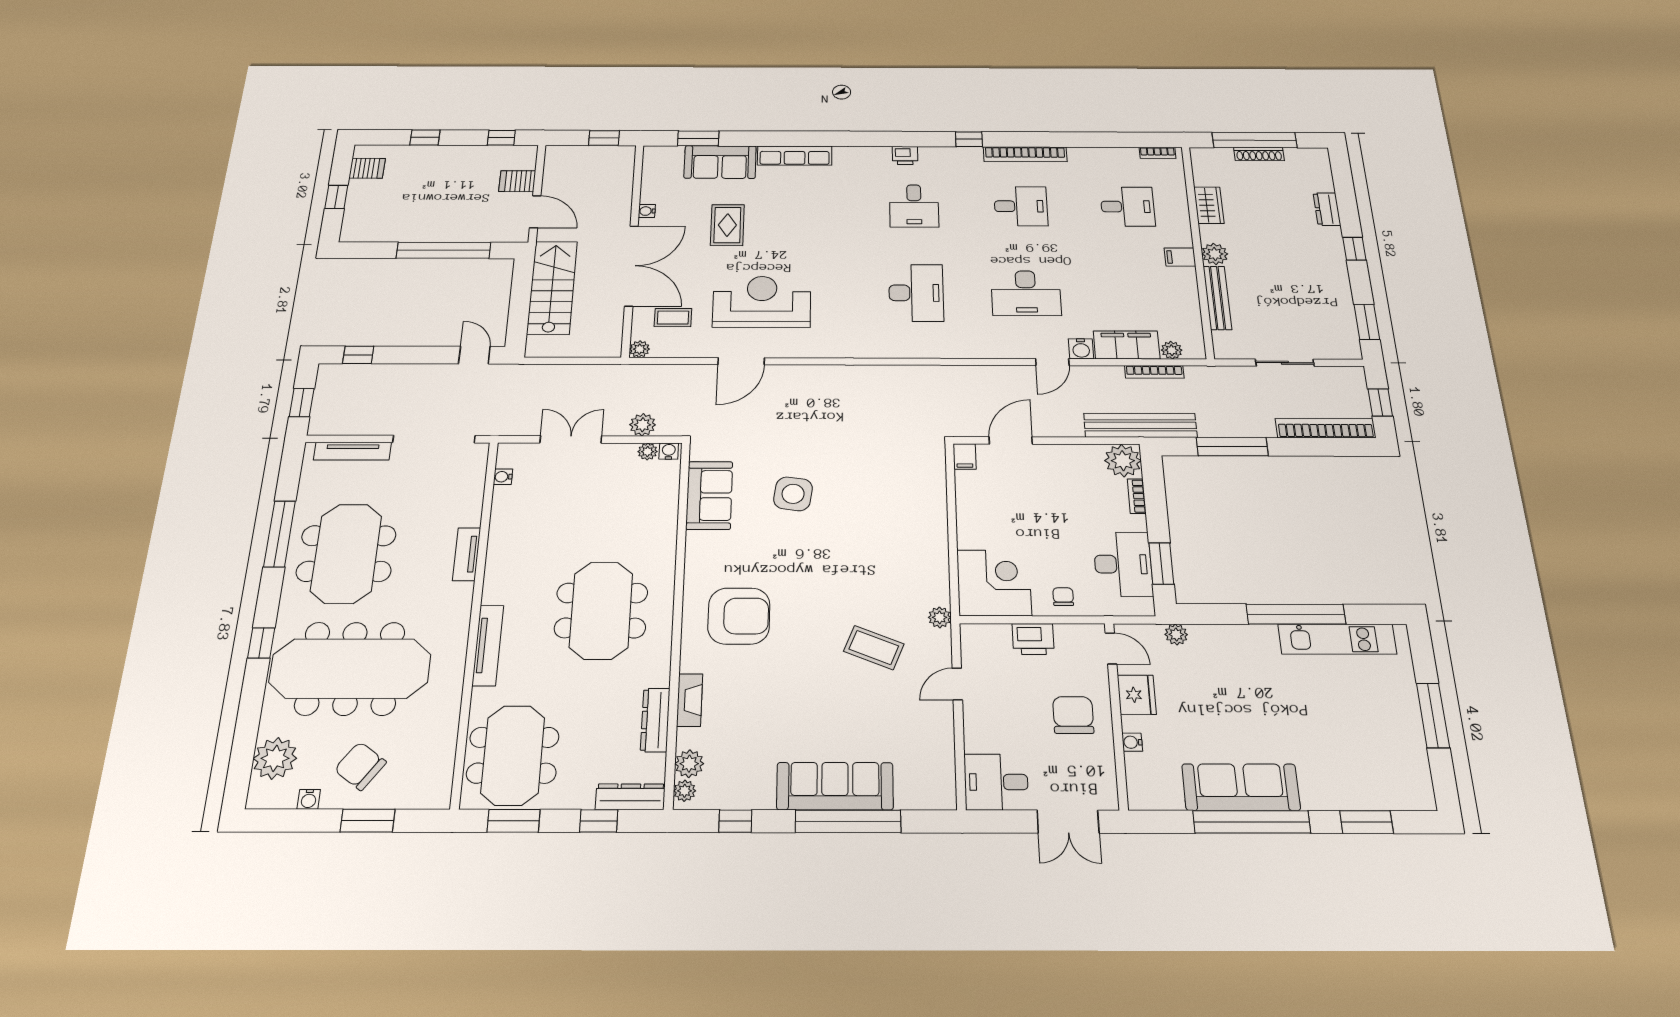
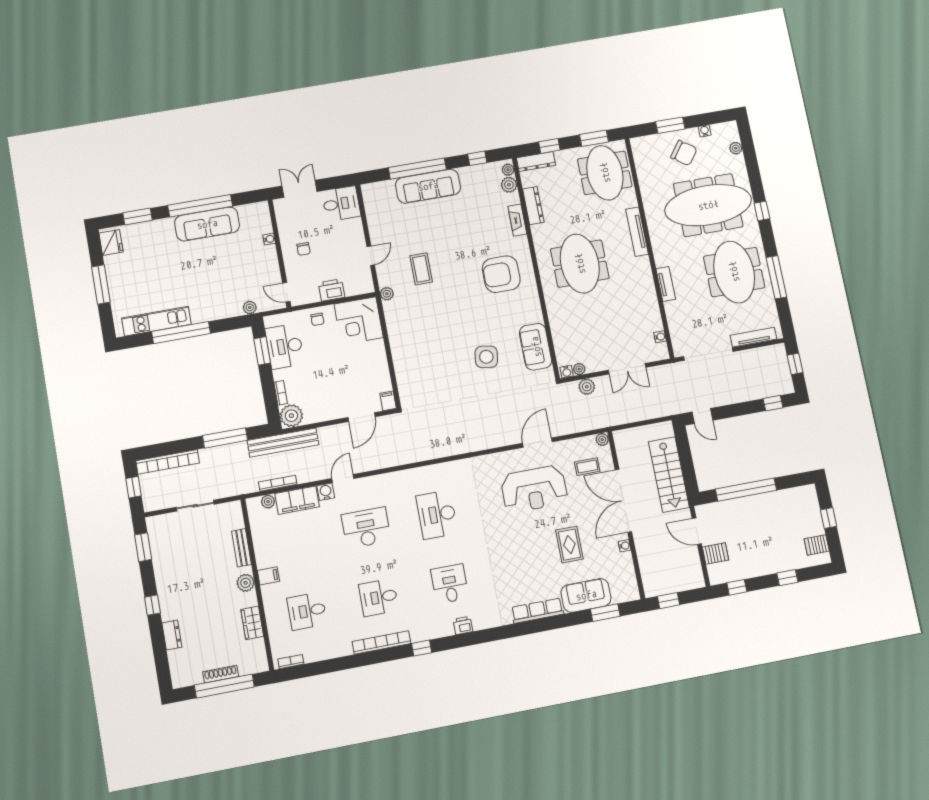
bench: (1217, 298) -> (241, 548), width x0.73
coffee table: (874, 648) -> (421, 269), turned 68
fridge: (1137, 695) -> (111, 242), moved, turned 180
chair: (1073, 715) -> (304, 249), width x0.54, depth x0.54
plant: (275, 758) -> (736, 148), width x0.53, depth x0.53

